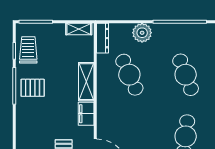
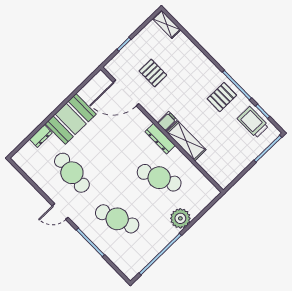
shelving: (79, 29) -> (230, 175), removed
dresser: (103, 38) -> (160, 139), moved
trolley: (28, 50) -> (253, 122), turned 180
filing cabinet: (86, 114) -> (167, 121), width x0.50

